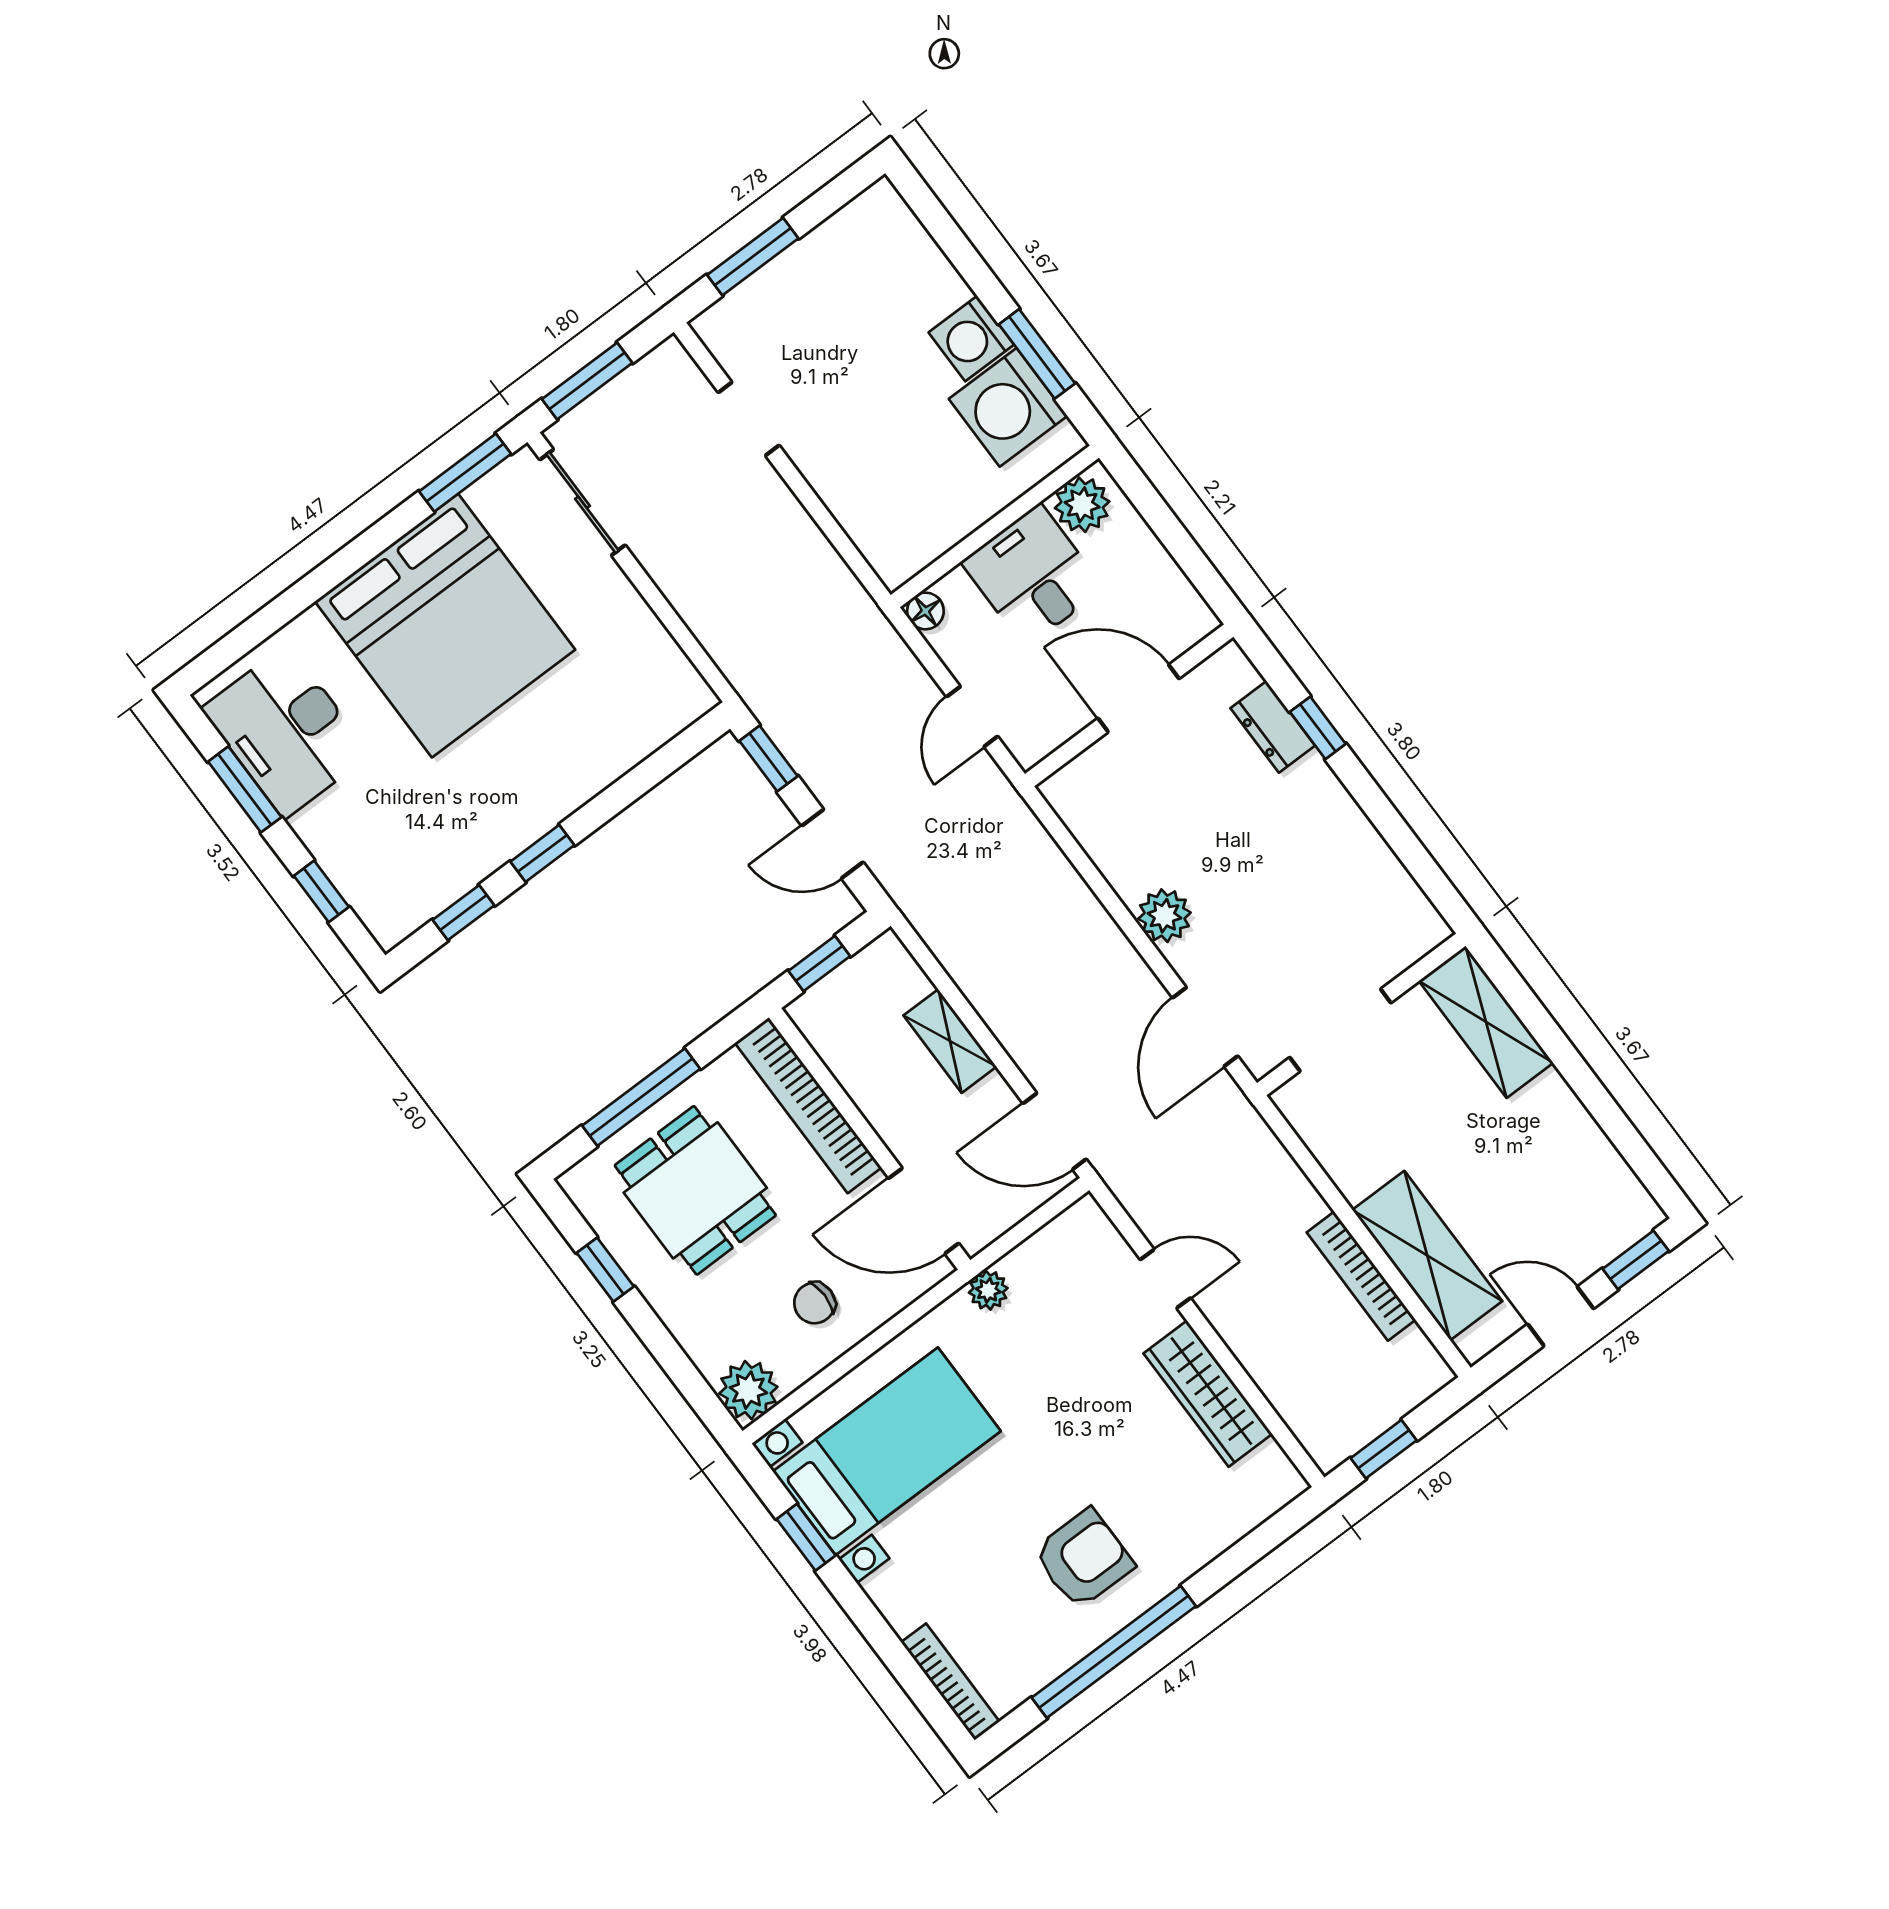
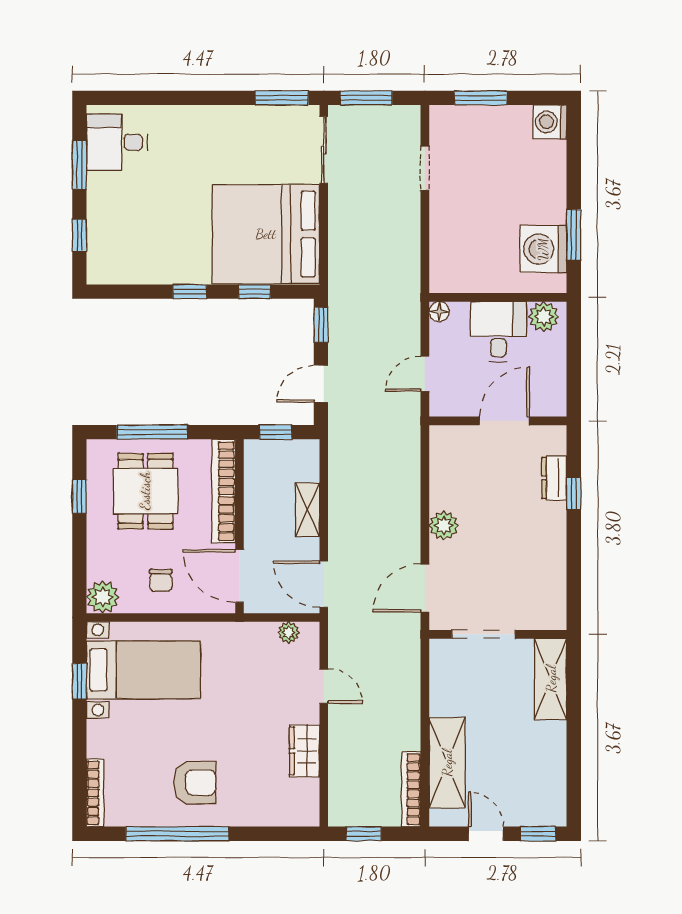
washing machine: (971, 339) -> (550, 122), moved
bed: (445, 626) -> (266, 234), moved, turned 90
door: (1138, 698) -> (504, 421), hinge flipped
desk: (286, 731) -> (117, 142), width x0.73
door: (833, 844) -> (321, 384), hinge flipped
window: (463, 913) -> (254, 292), moved
bookcase: (1361, 1276) -> (411, 789), moved
plant: (988, 1290) -> (289, 632), moved
chair: (815, 1303) -> (161, 580), turned -90
wardrobe: (1208, 1394) -> (304, 751), width x0.67

